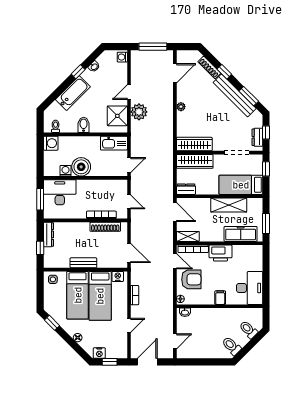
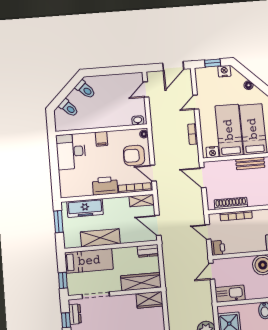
wardrobe: (194, 144) -> (150, 300), width x0.67
printer: (121, 186) -> (218, 248), added

